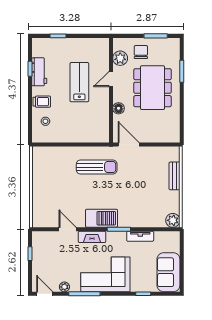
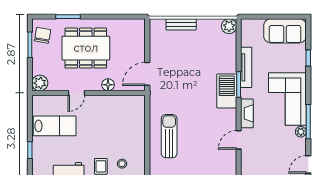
chair: (141, 52) -> (43, 35), moved, turned 100
plant: (120, 58) -> (40, 83), moved
door: (111, 79) -> (76, 93), hinge flipped
lab bench: (79, 82) -> (55, 126), moved, turned 180
sun lounger: (97, 167) -> (169, 136), moved
barbecue: (102, 218) -> (227, 91), moved
tv unit: (140, 236) -> (246, 67), width x1.41
plant: (64, 287) -> (301, 132), moved

